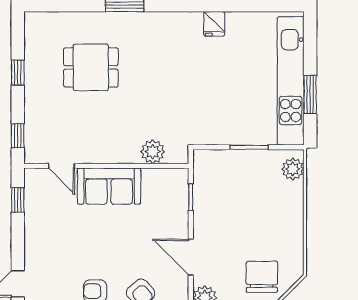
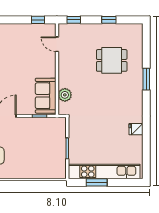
dining table: (91, 67) -> (112, 60), turned 90
door: (62, 166) -> (57, 44), hinge flipped
plant: (293, 169) -> (55, 173), removed
sofa: (109, 186) -> (46, 96), moved

